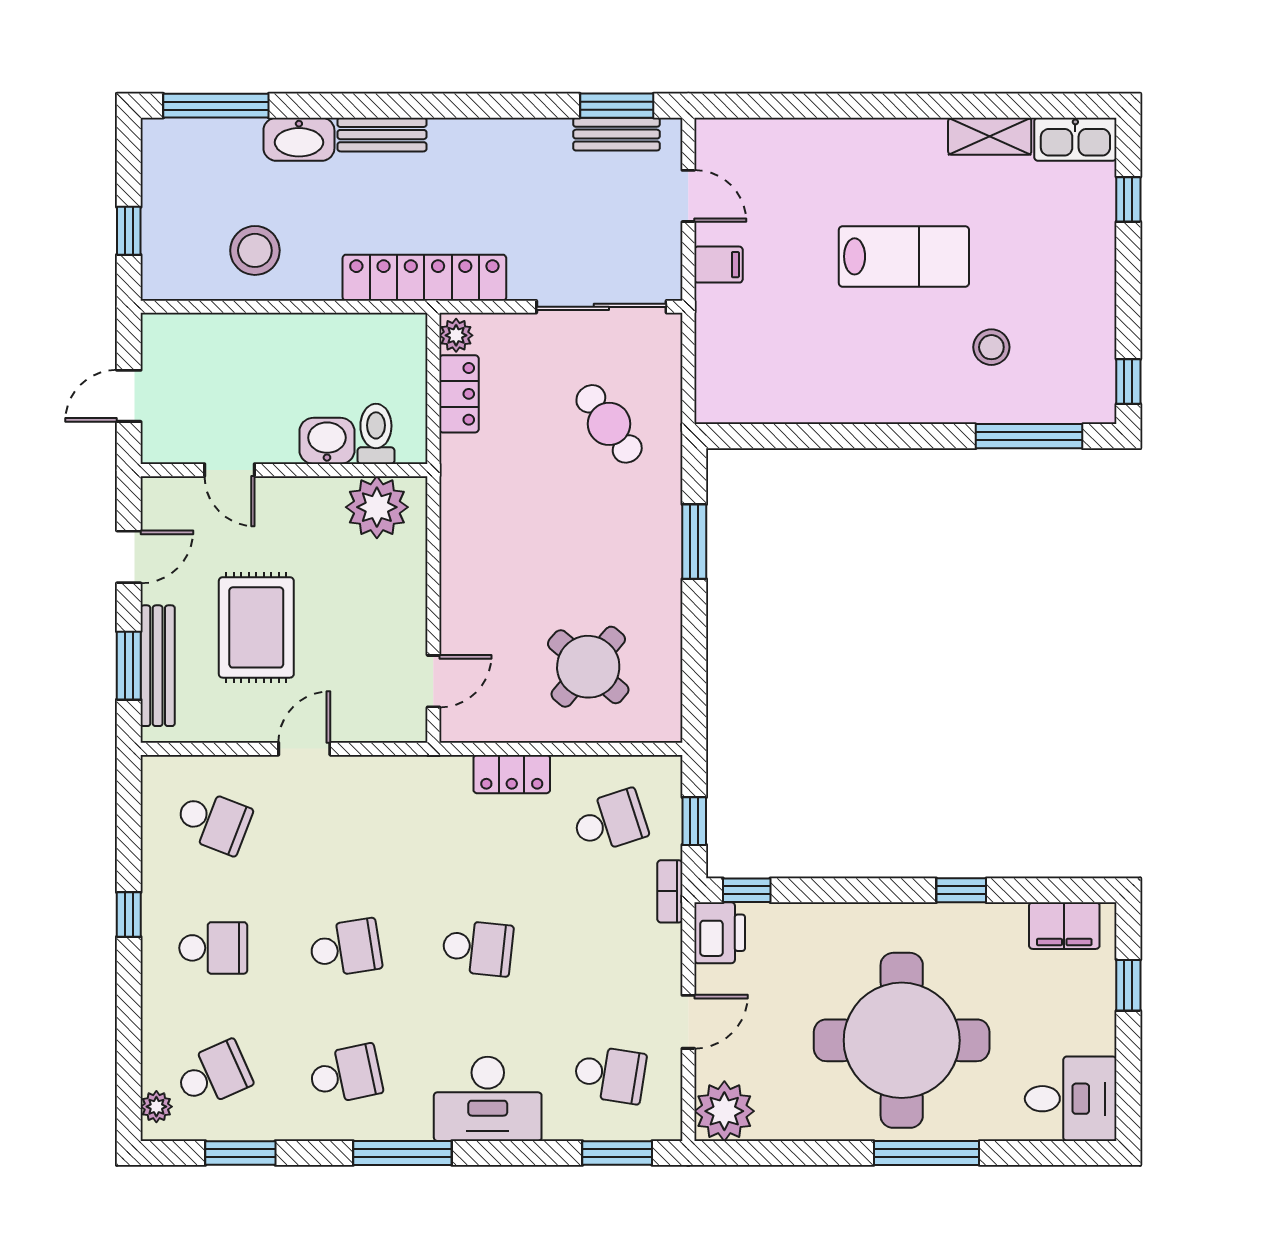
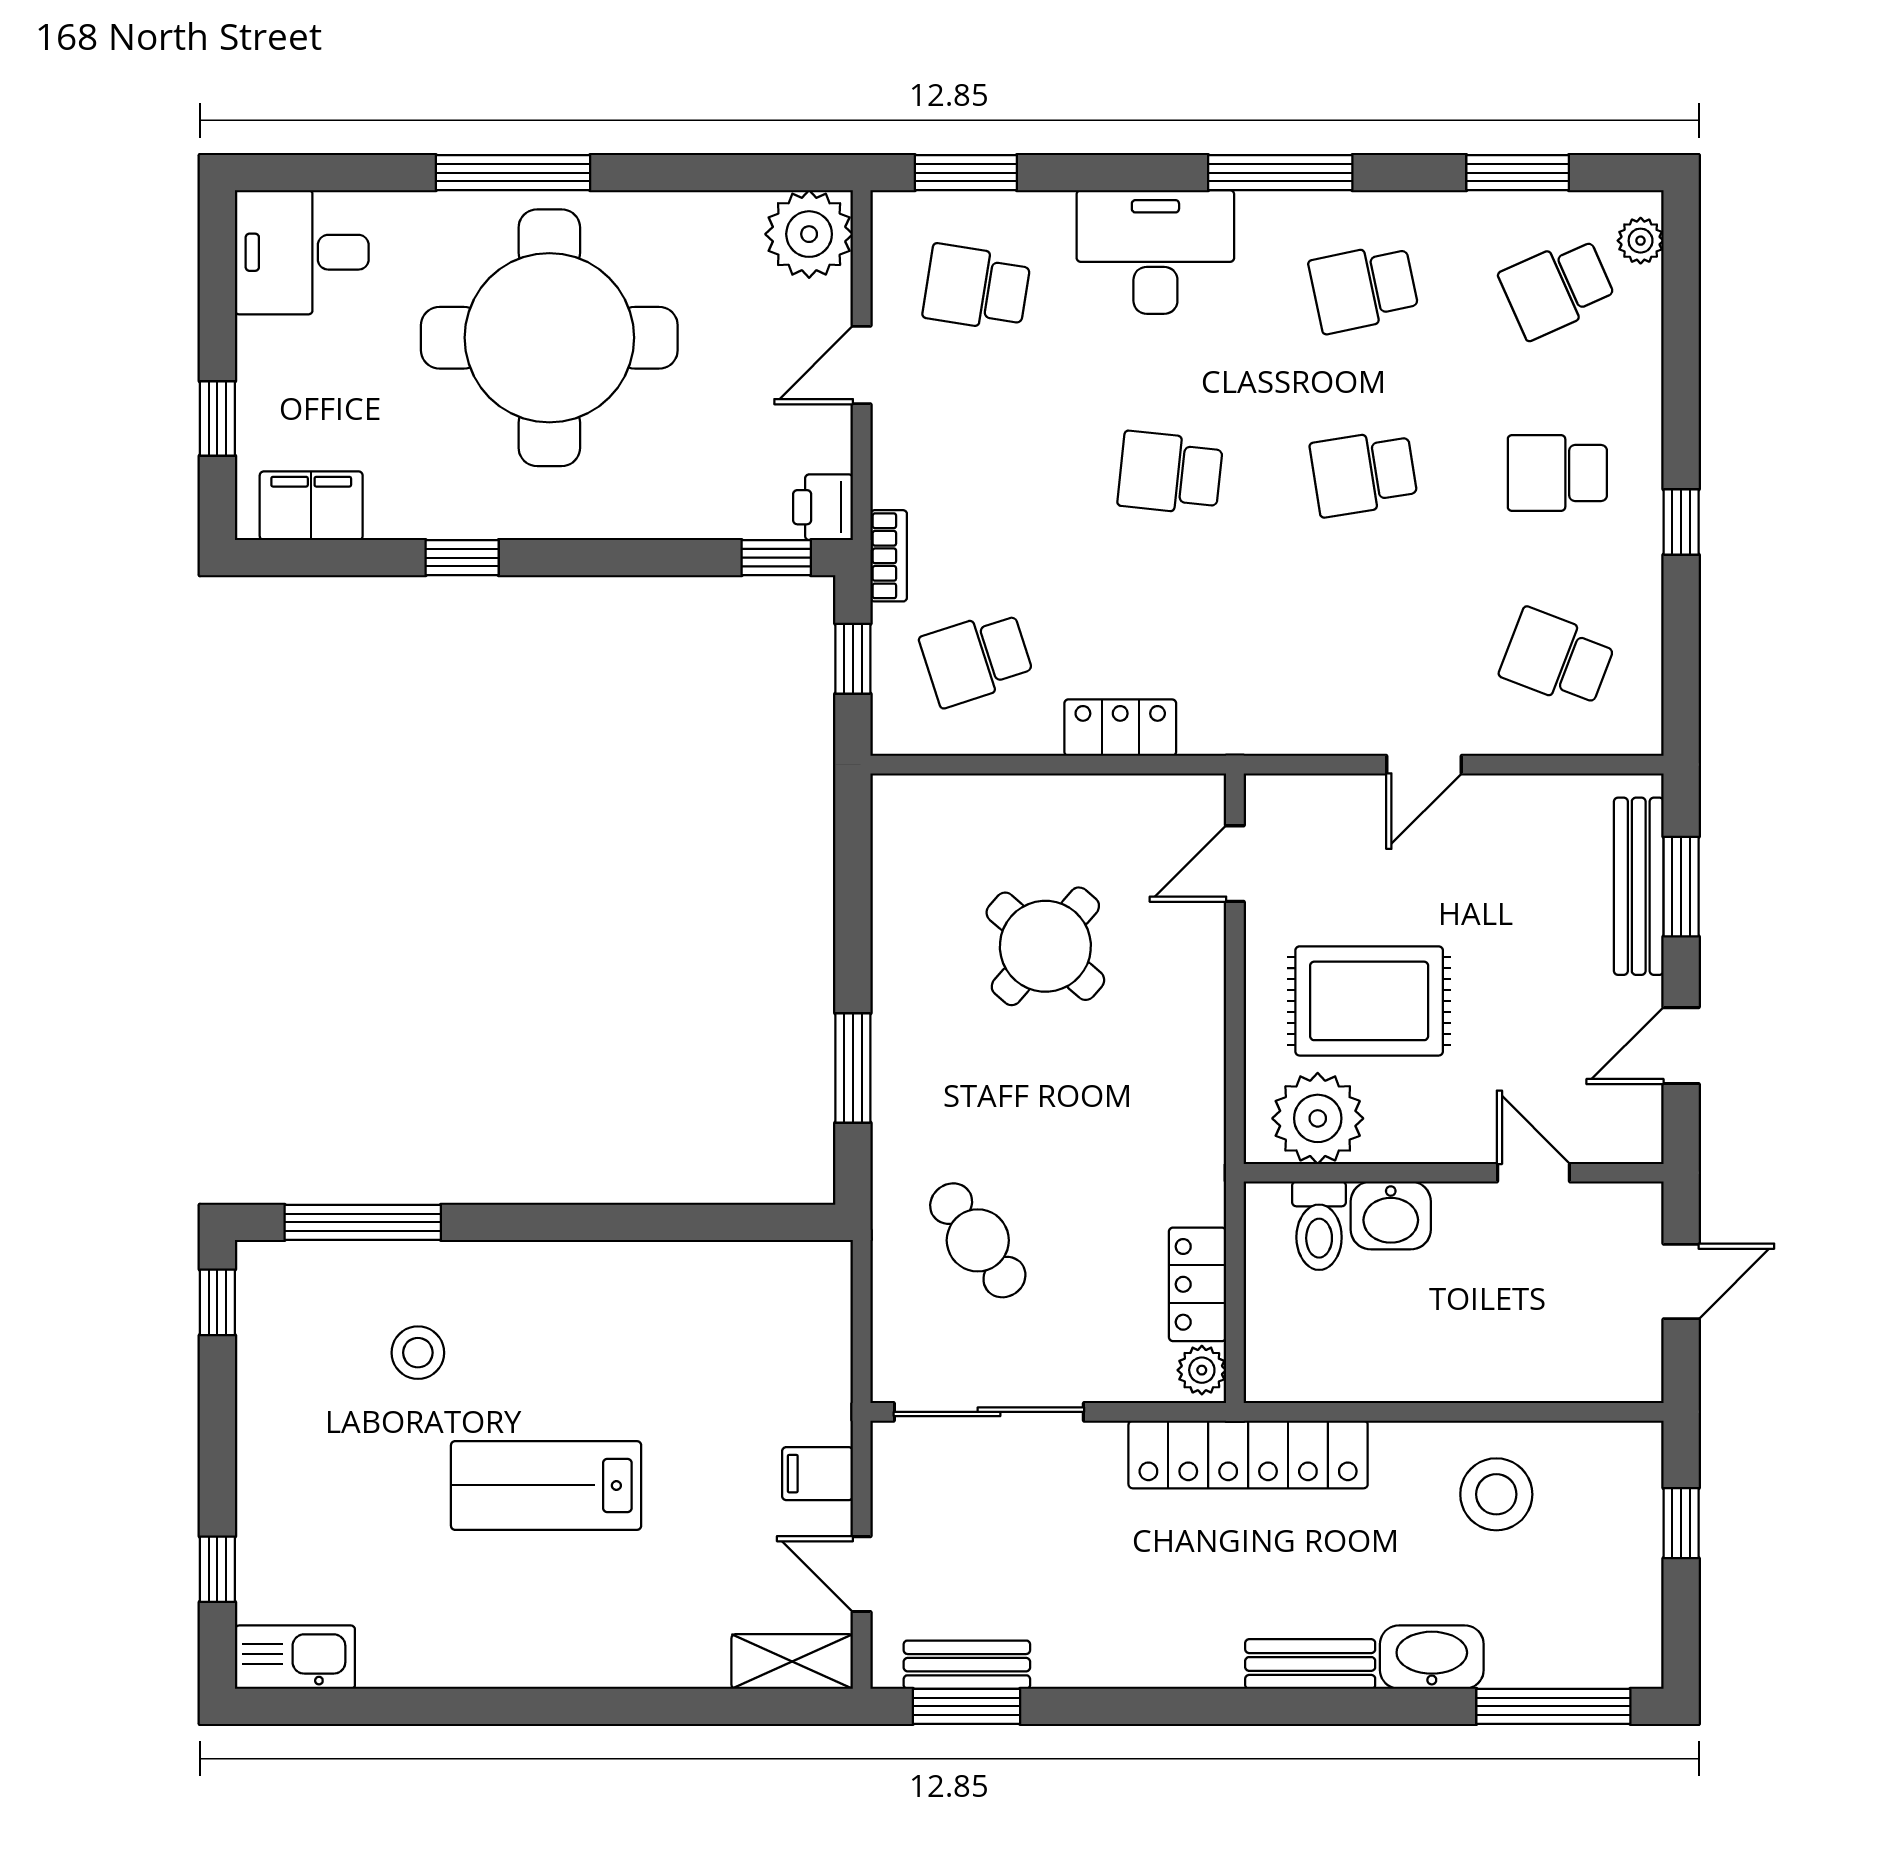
shelving: (990, 136) -> (792, 1661), moved
rug: (256, 627) -> (1369, 1001), moved, turned 90
round table: (588, 667) -> (1045, 946), moved
printer: (720, 933) -> (823, 507), width x0.73, depth x0.81

